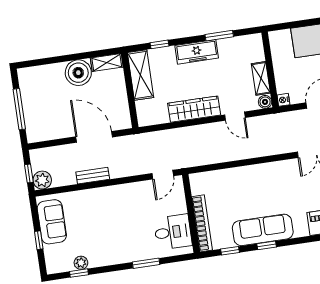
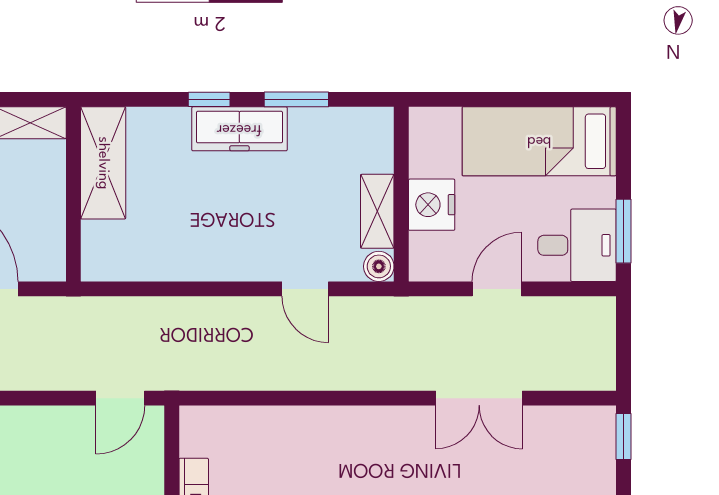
window: (160, 44) -> (209, 99), moved
nightstand: (283, 100) -> (432, 205), moved, width x1.89, depth x1.79
wardrobe: (194, 109) -> (214, 259), removed

